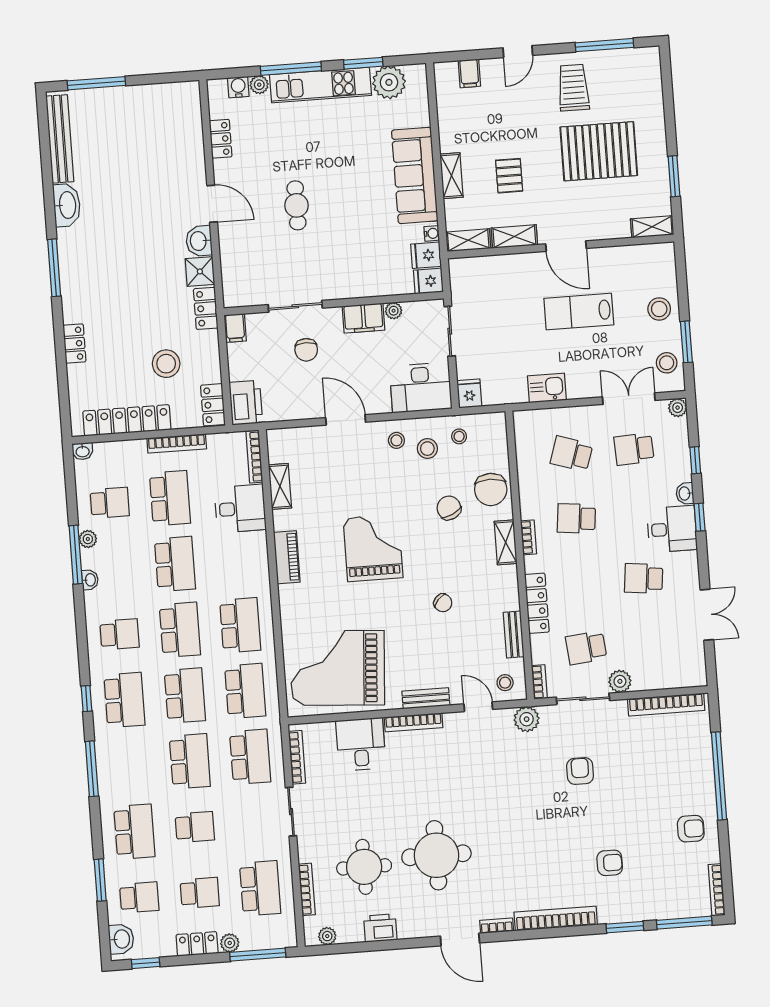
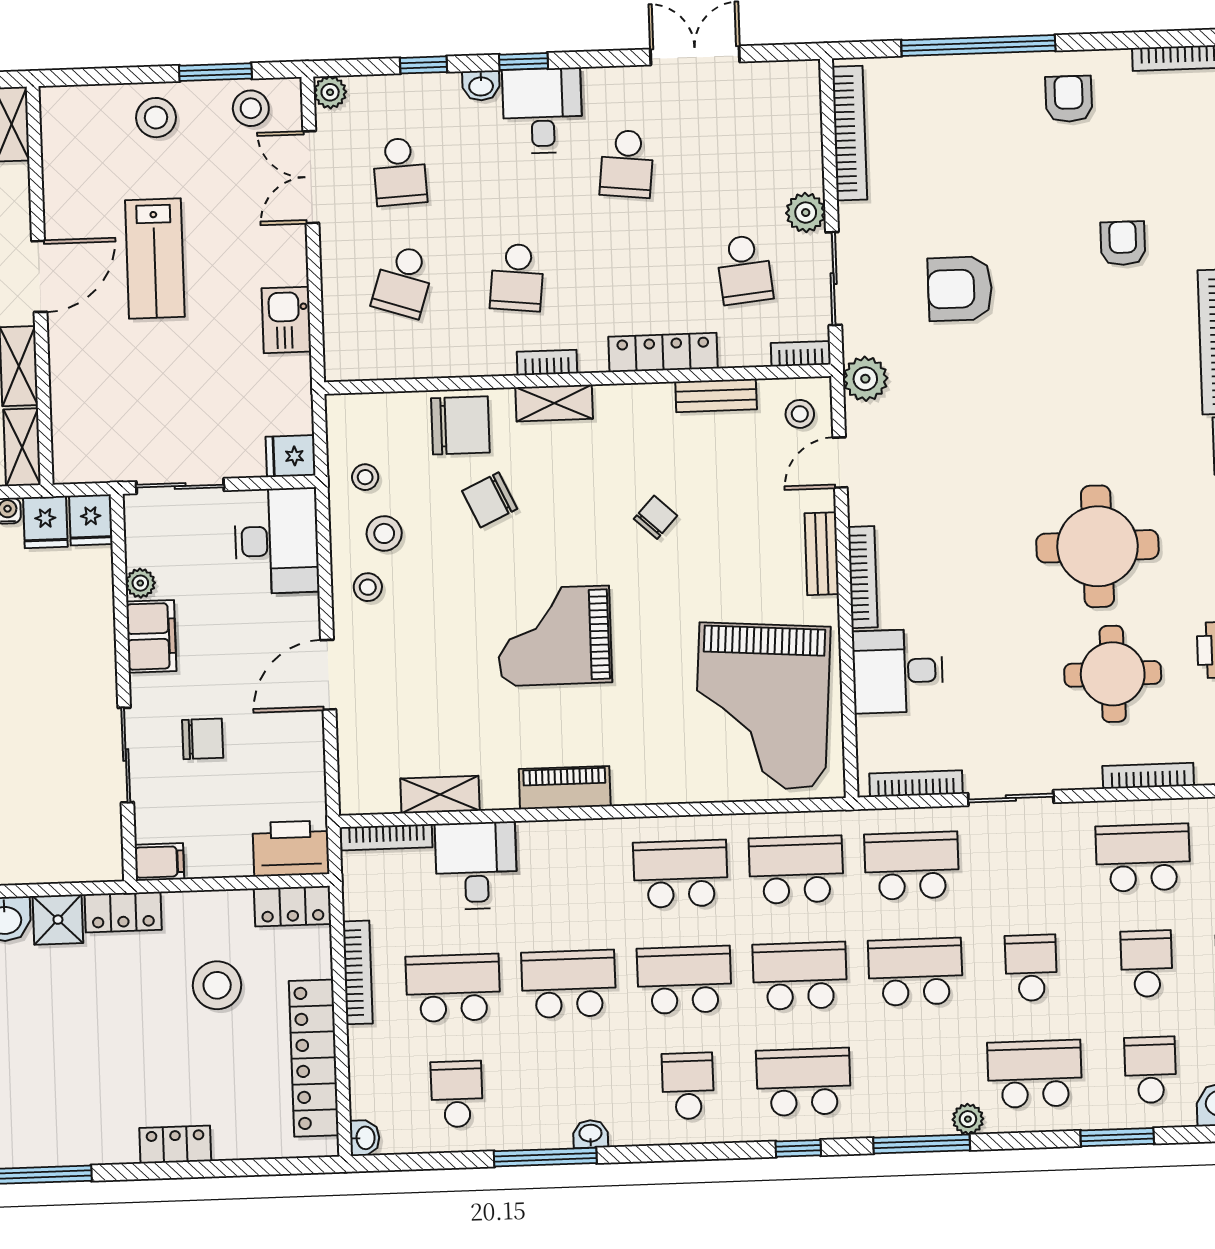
plant: (88, 539) -> (968, 1119), moved
armchair: (580, 771) -> (960, 289), width x1.38, depth x1.38

